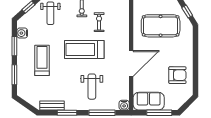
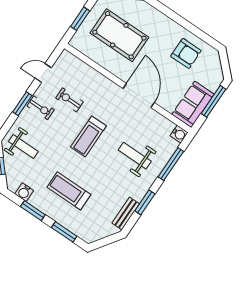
pool table: (161, 26) -> (119, 35), turned 90
treadmill: (84, 50) -> (88, 136), width x0.73, depth x0.73
armchair: (177, 75) -> (186, 53), turned 90
weight bench: (92, 87) -> (135, 156), turned 180

